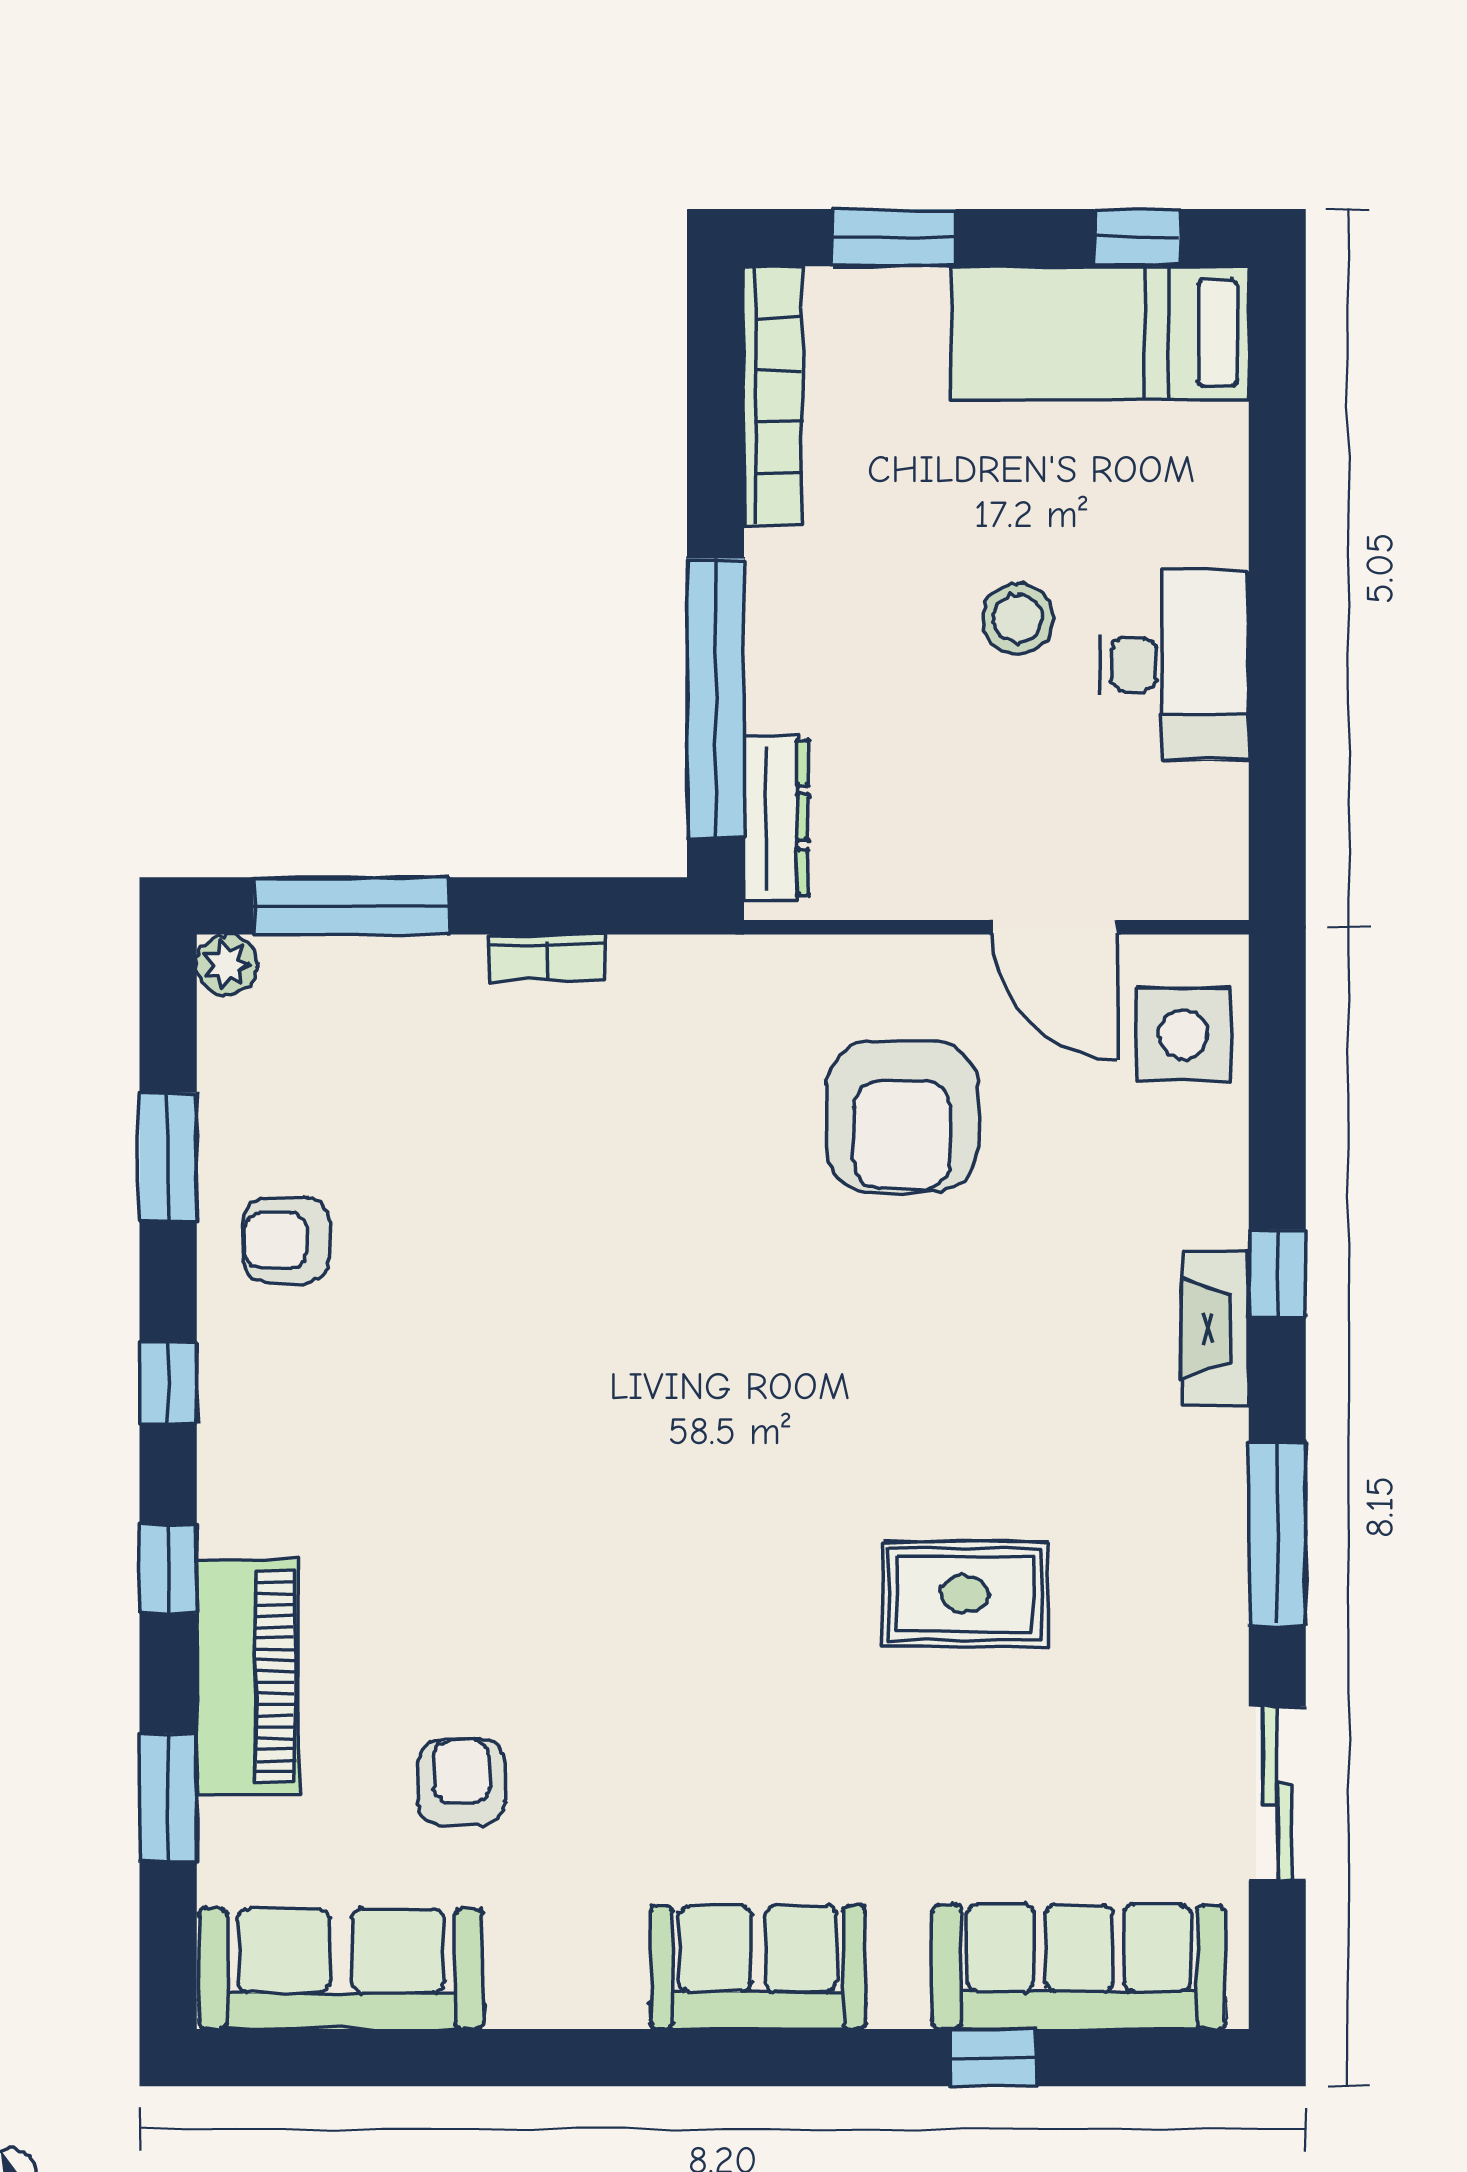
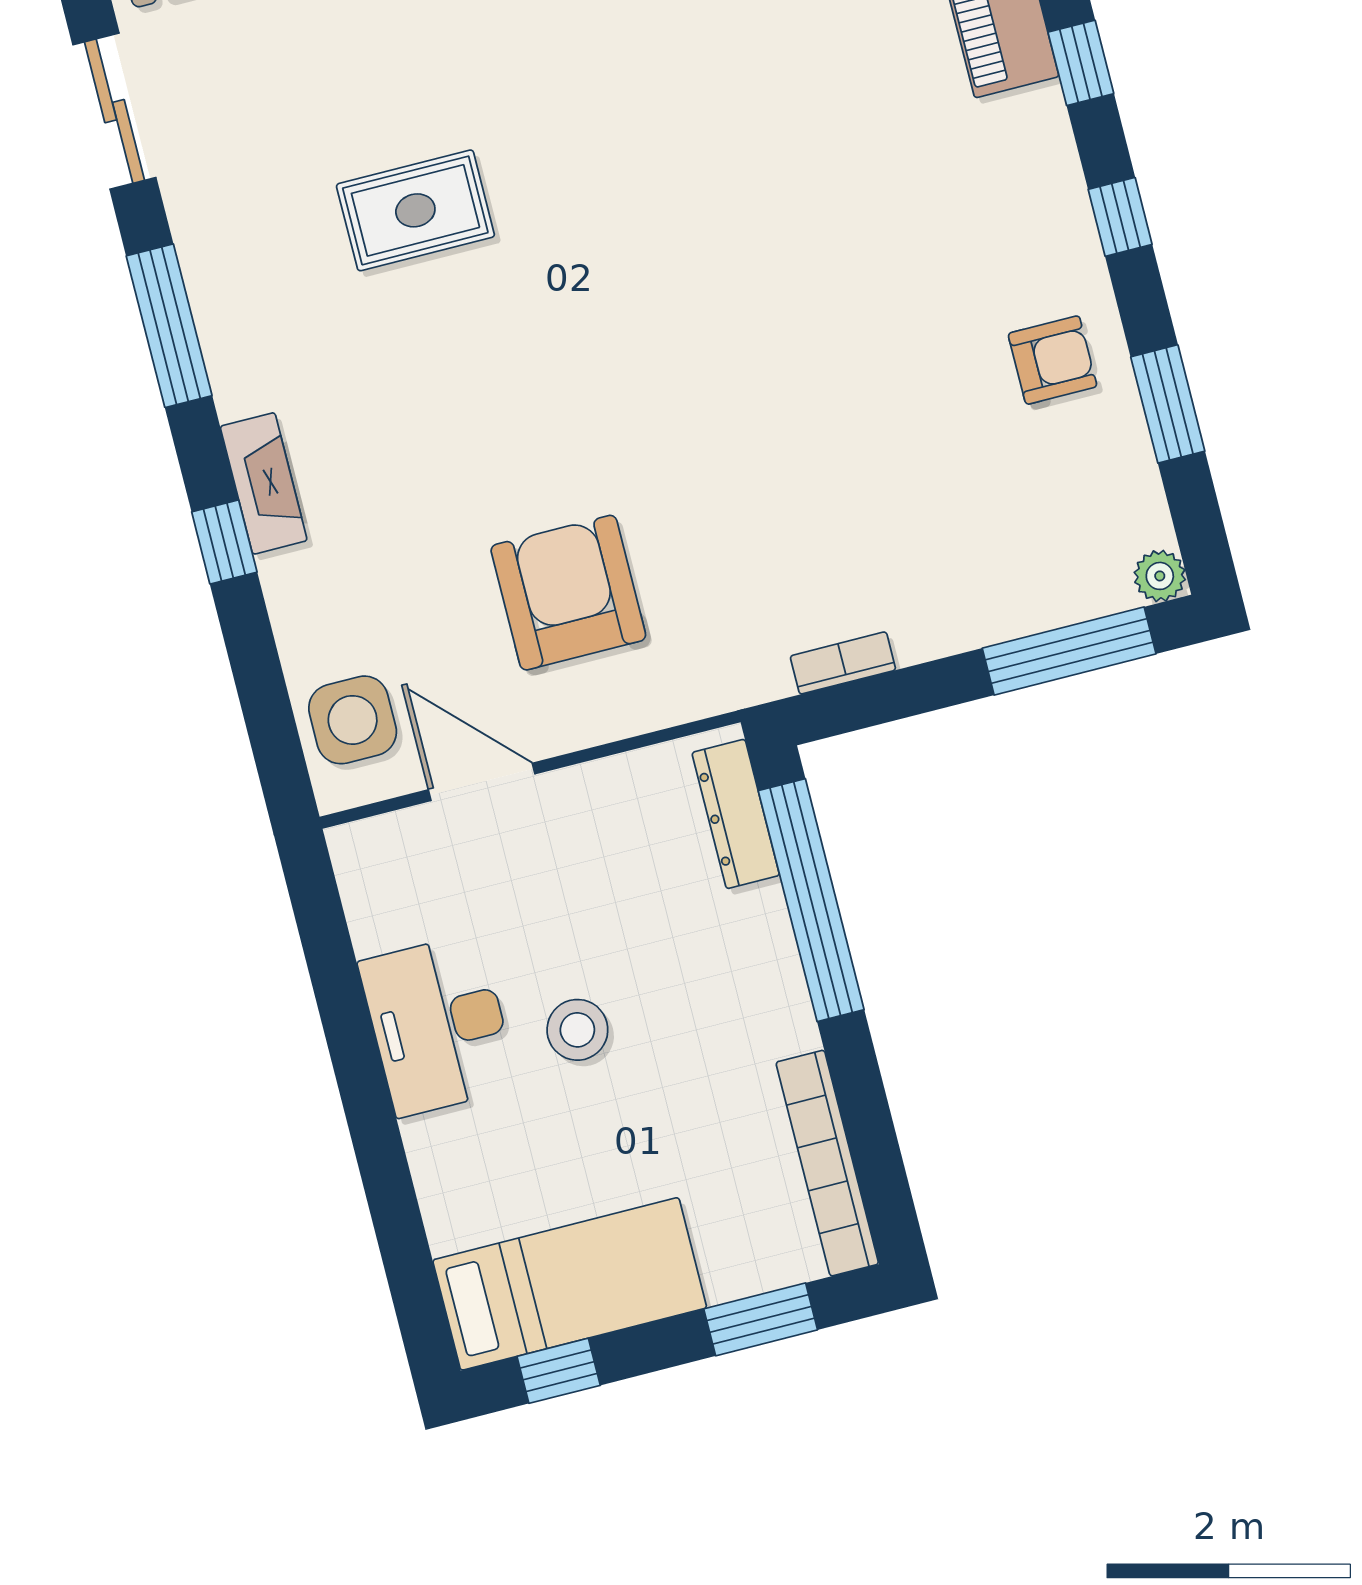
bookcase: (547, 958) -> (843, 663), moved

